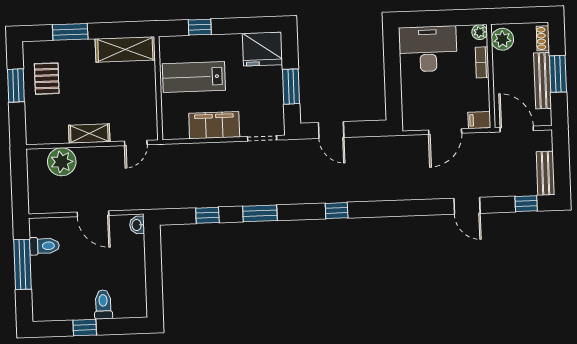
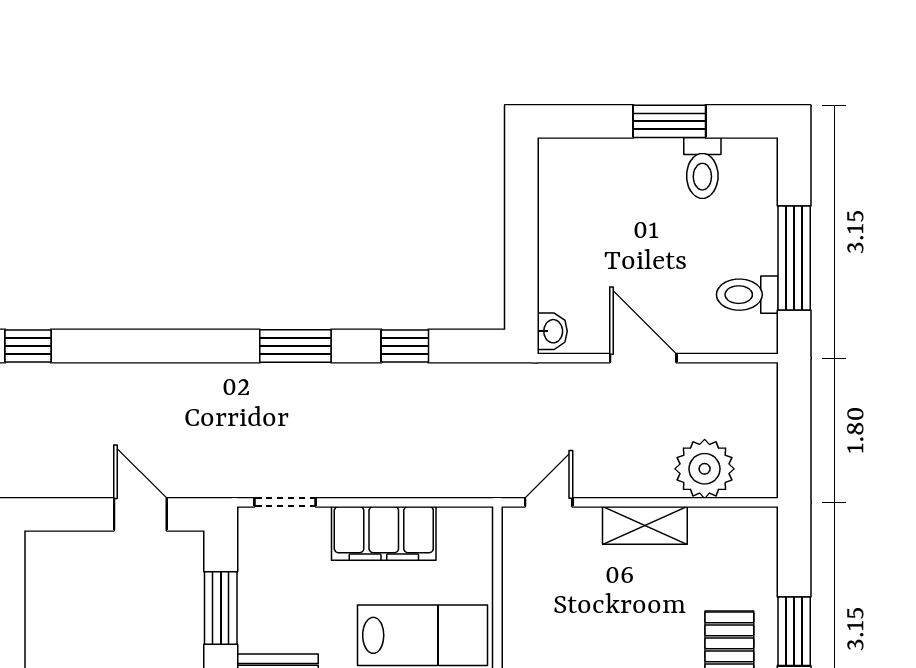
window: (337, 211) -> (28, 346), moved
toilet: (103, 305) -> (702, 168), moved
window: (85, 328) -> (669, 121), width x1.50

